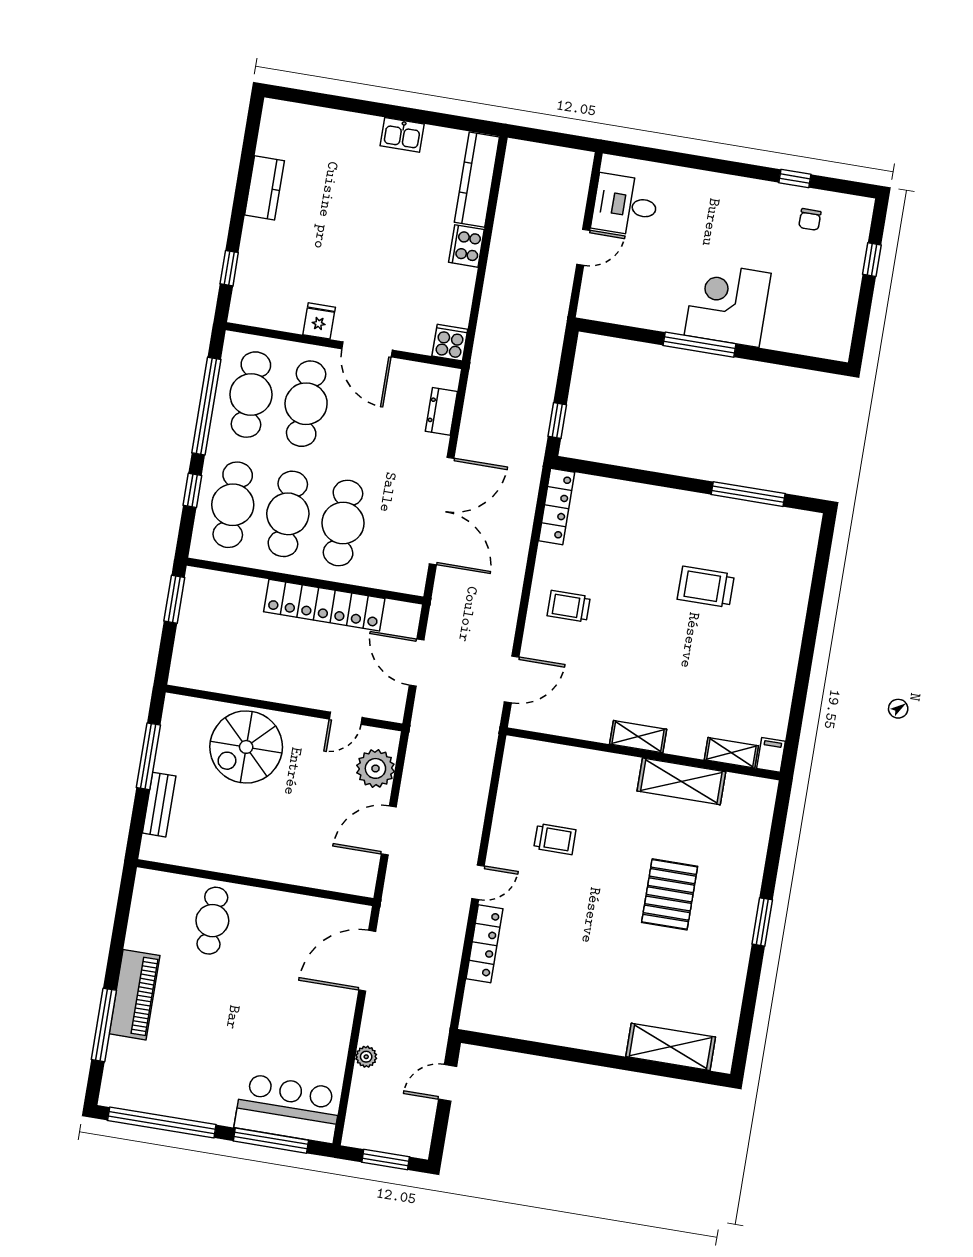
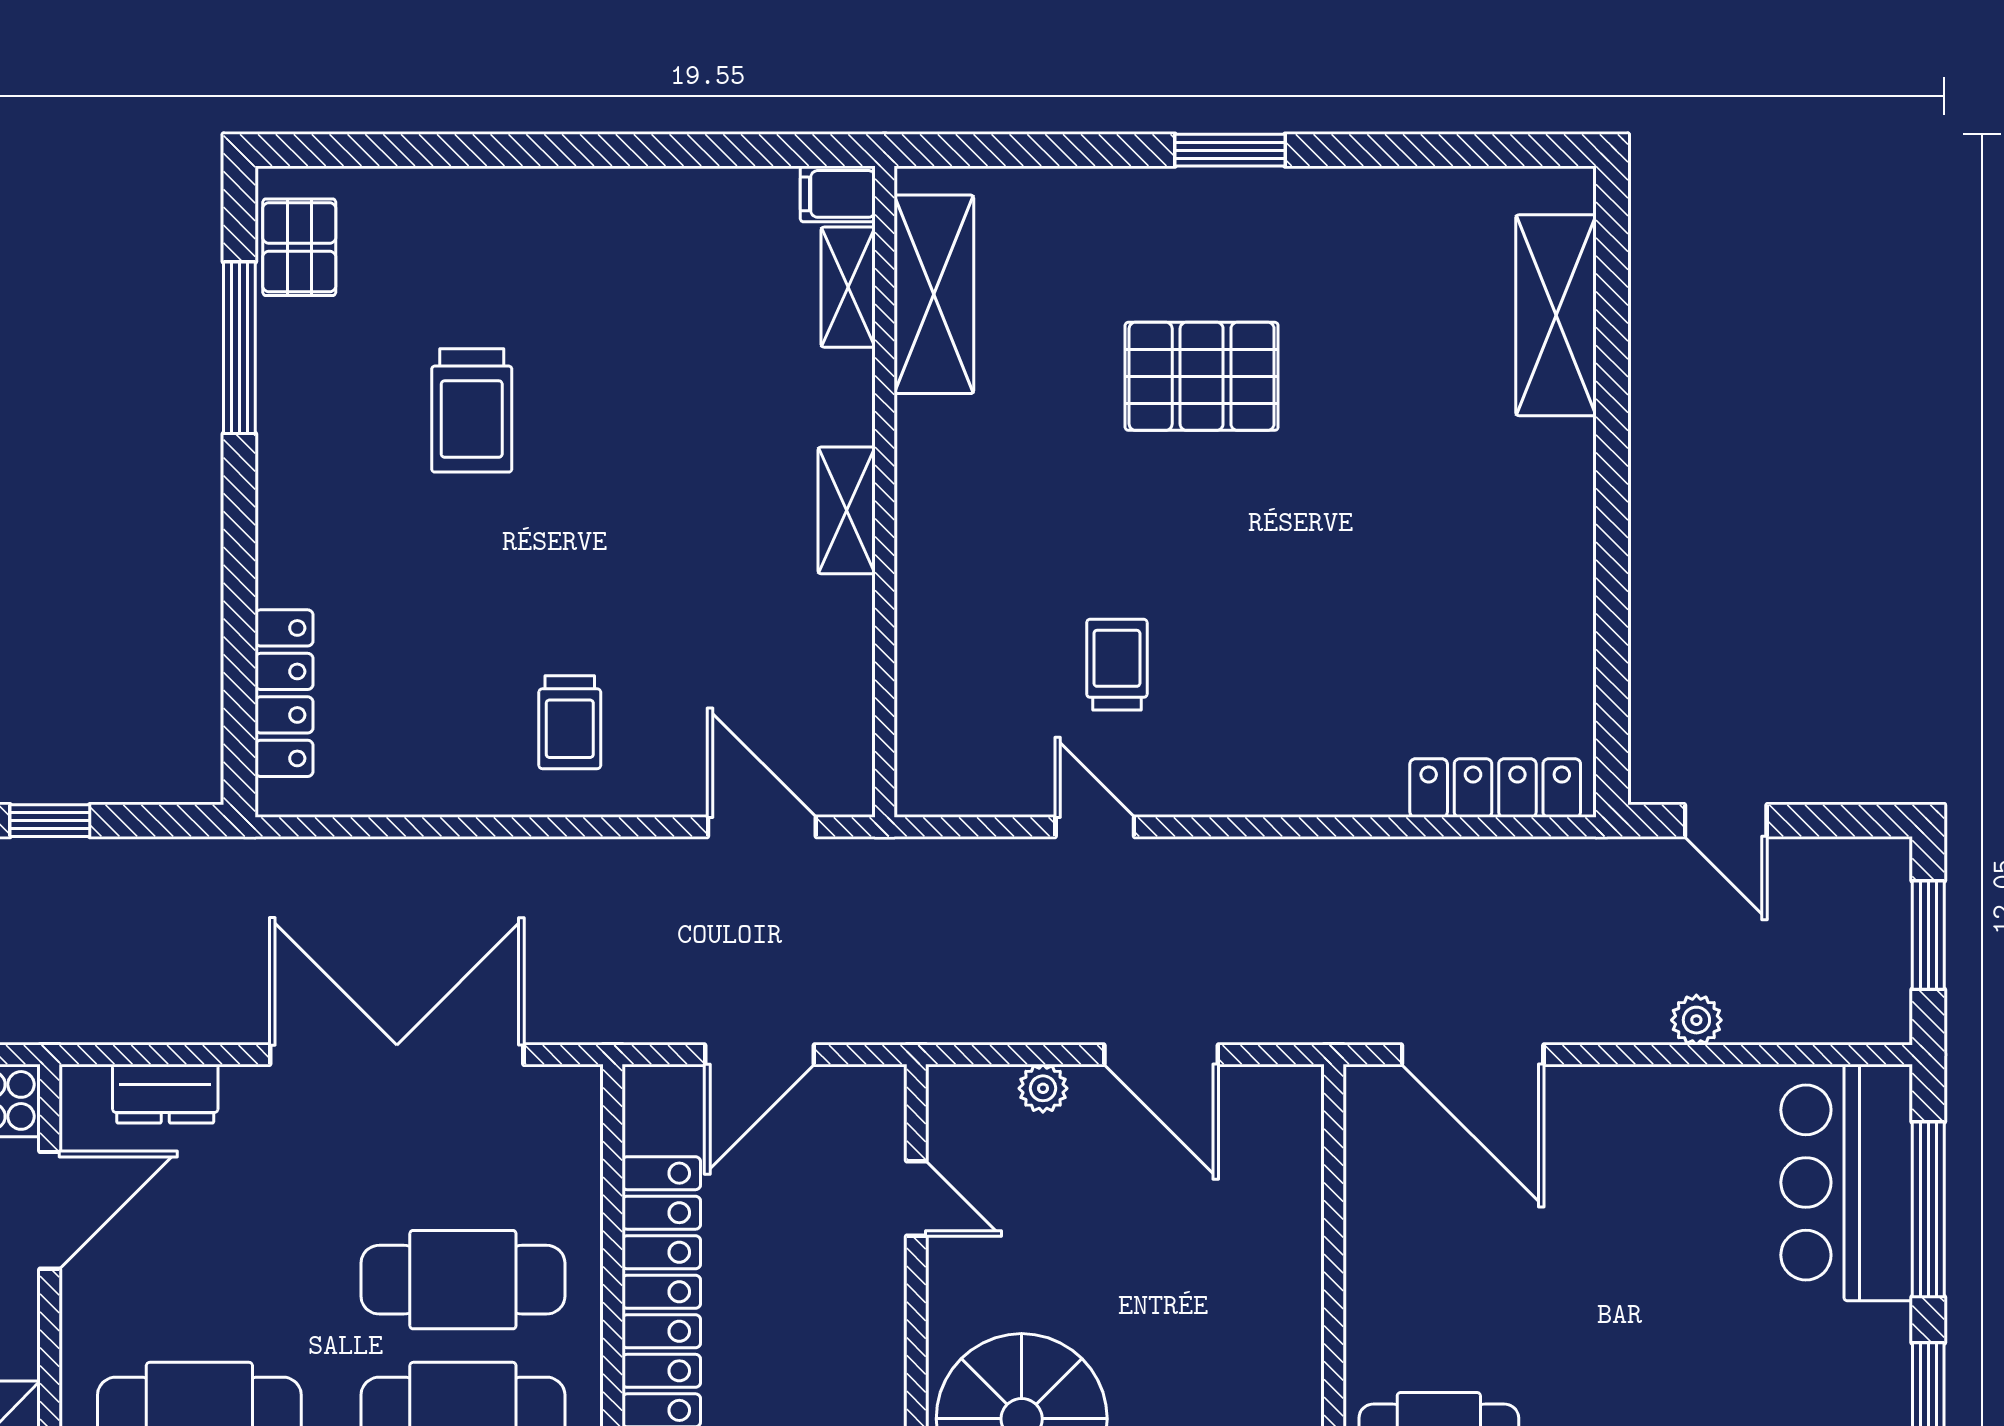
door: (367, 349) -> (50, 1210), moved
window: (557, 421) -> (50, 821), moved
locker: (557, 507) -> (284, 693), moved, turned 90
pallet: (786, 526) -> (299, 247), added
plant: (375, 768) -> (1043, 1088), width x0.53, depth x0.53
shelving: (681, 781) -> (934, 294), moved
door: (478, 882) -> (1095, 827), moved
locker: (485, 944) -> (1495, 788), moved

